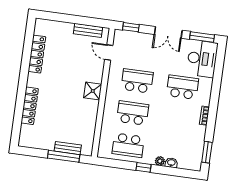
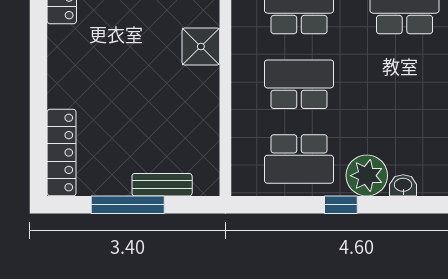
locker: (30, 106) -> (62, 153), moved
window: (64, 156) -> (128, 205), moved
plant: (160, 161) -> (367, 176), width x1.87, depth x1.87

